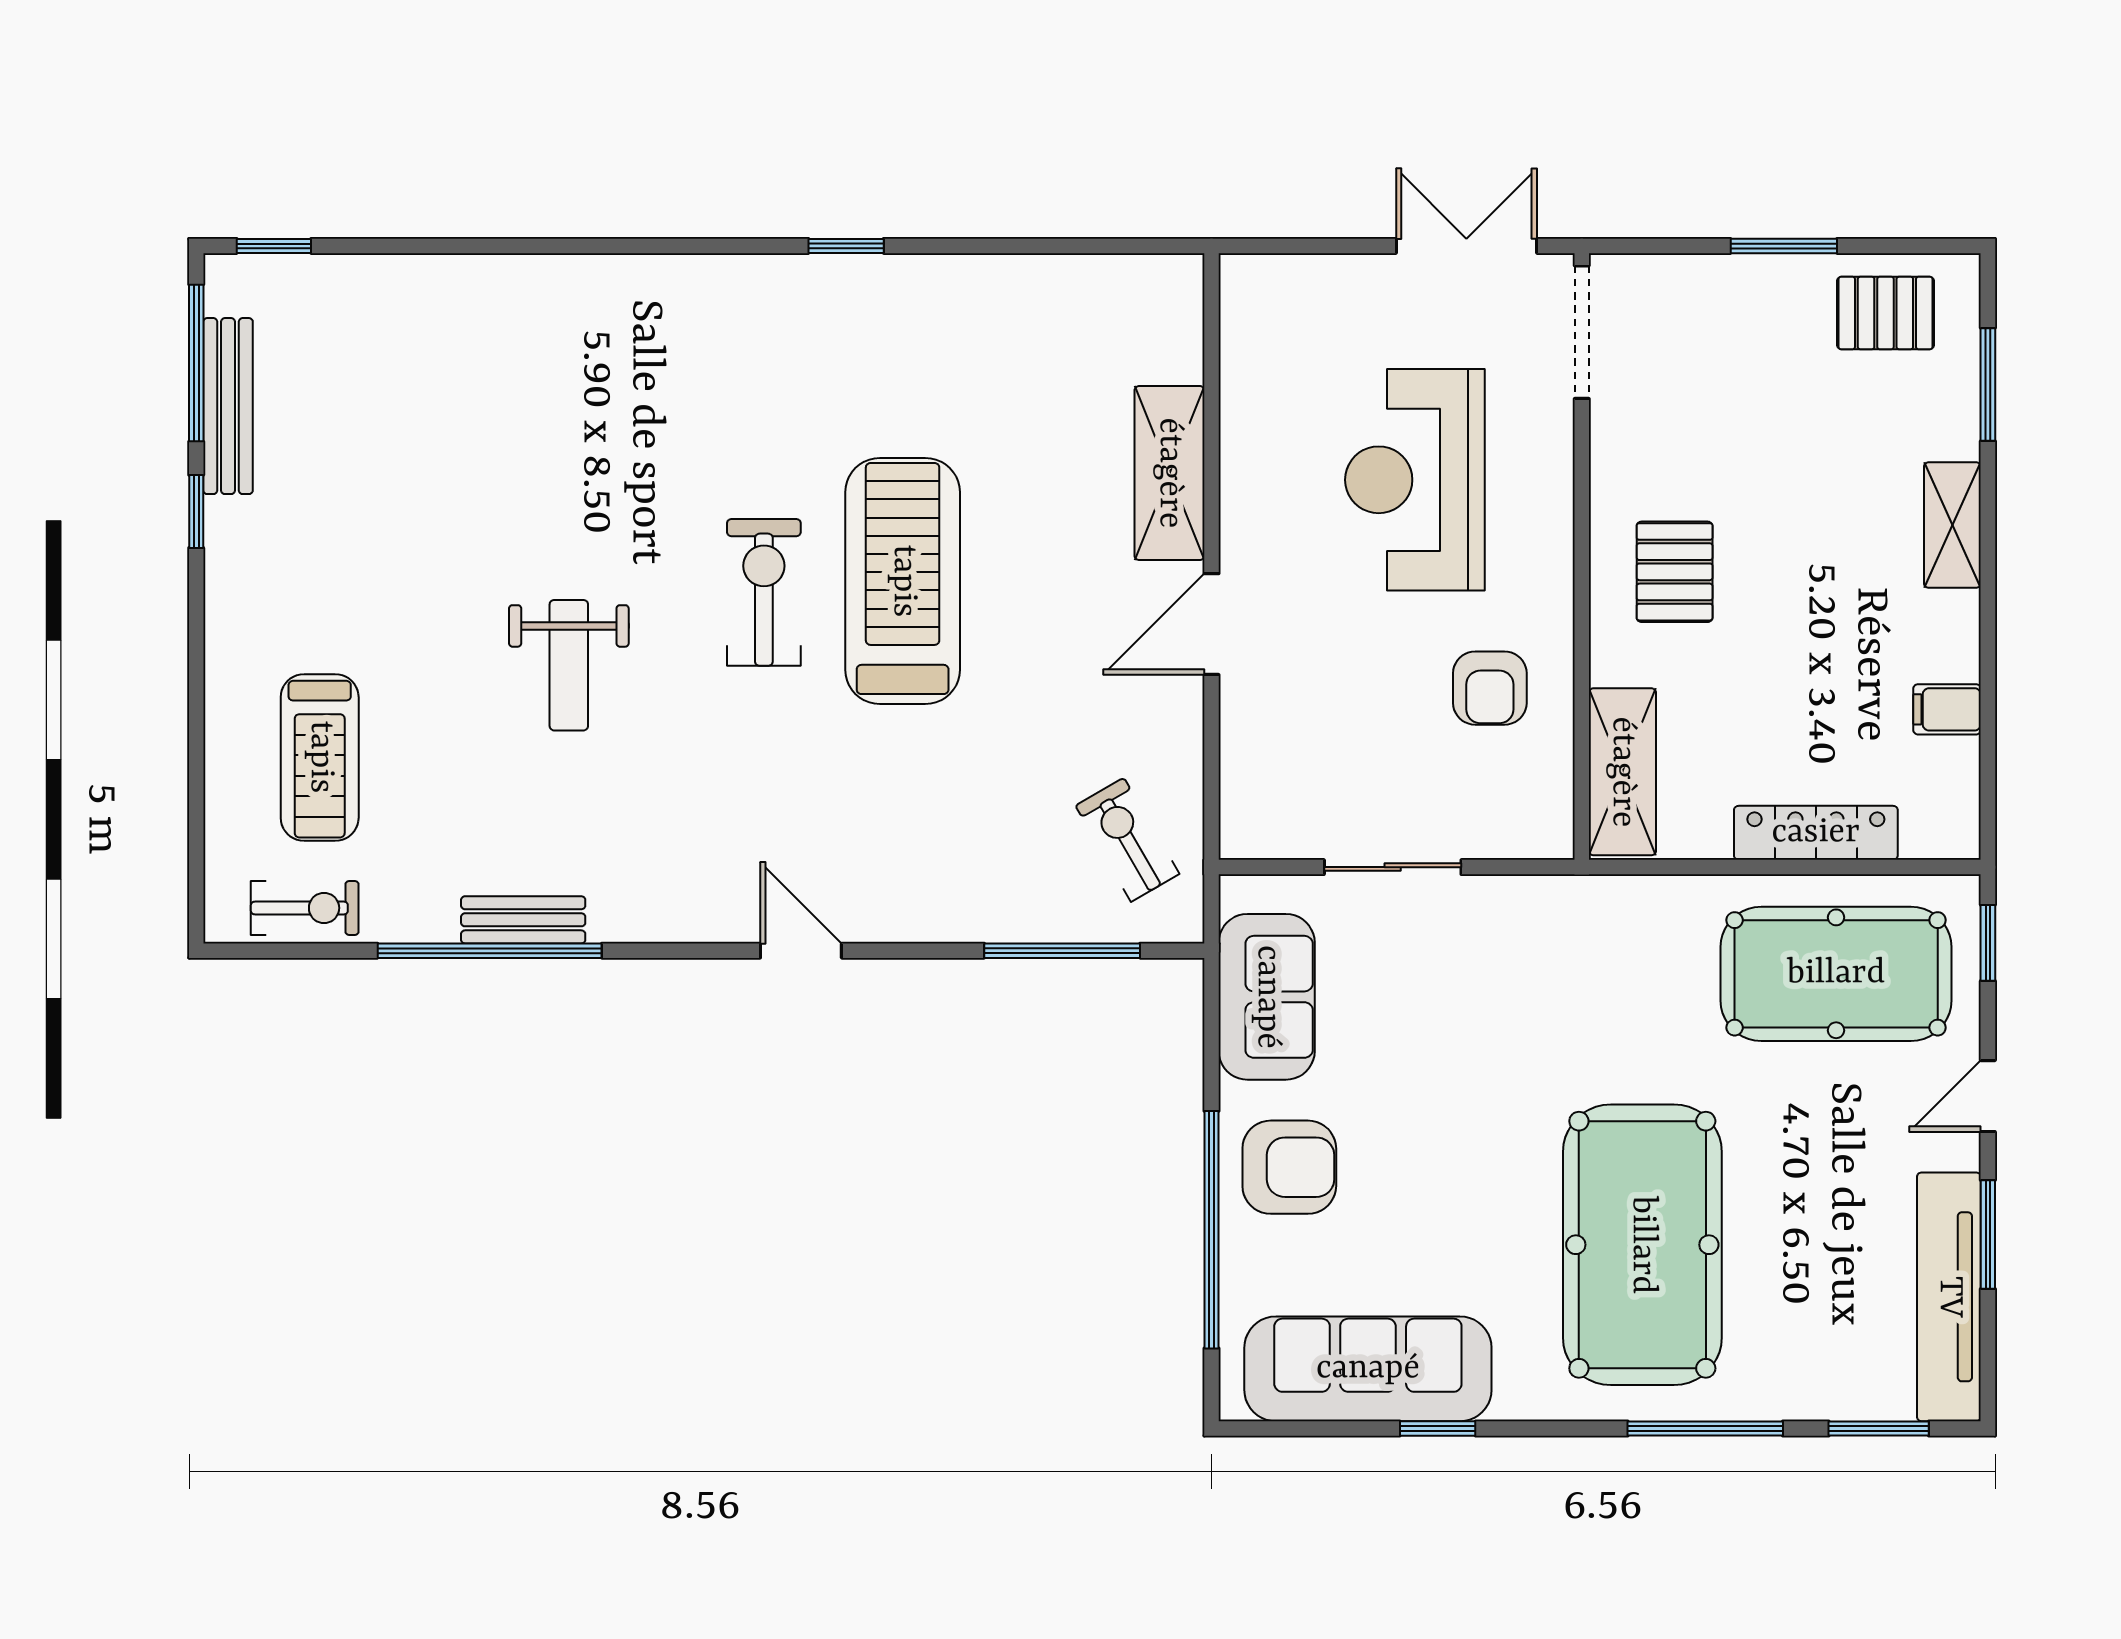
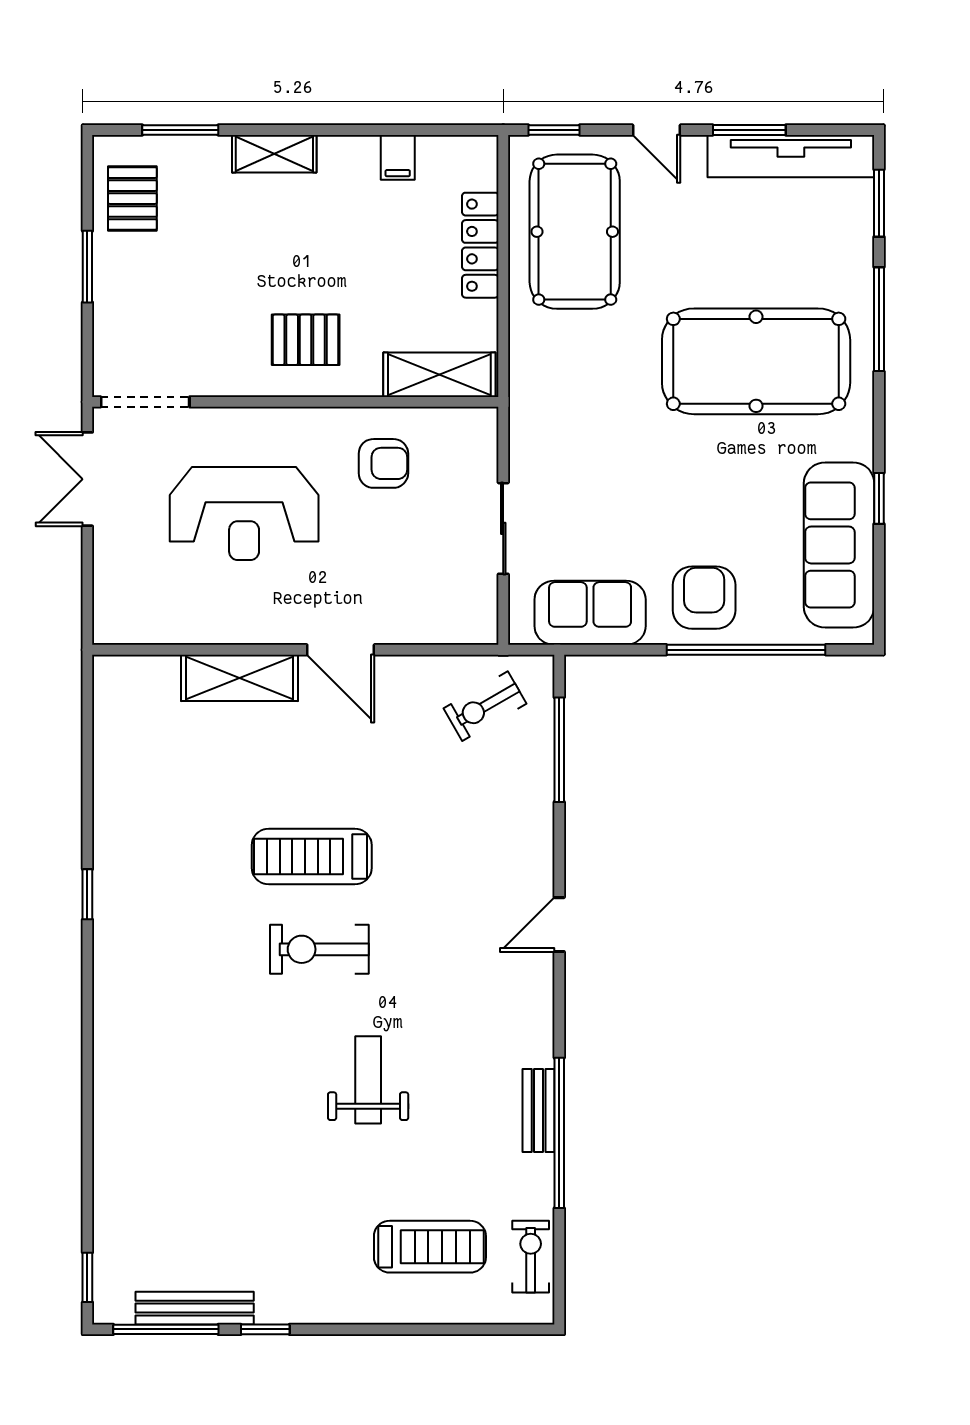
treadmill: (903, 581) -> (312, 857), width x0.73, depth x0.73
weight bench: (569, 665) -> (368, 1080), turned -90

